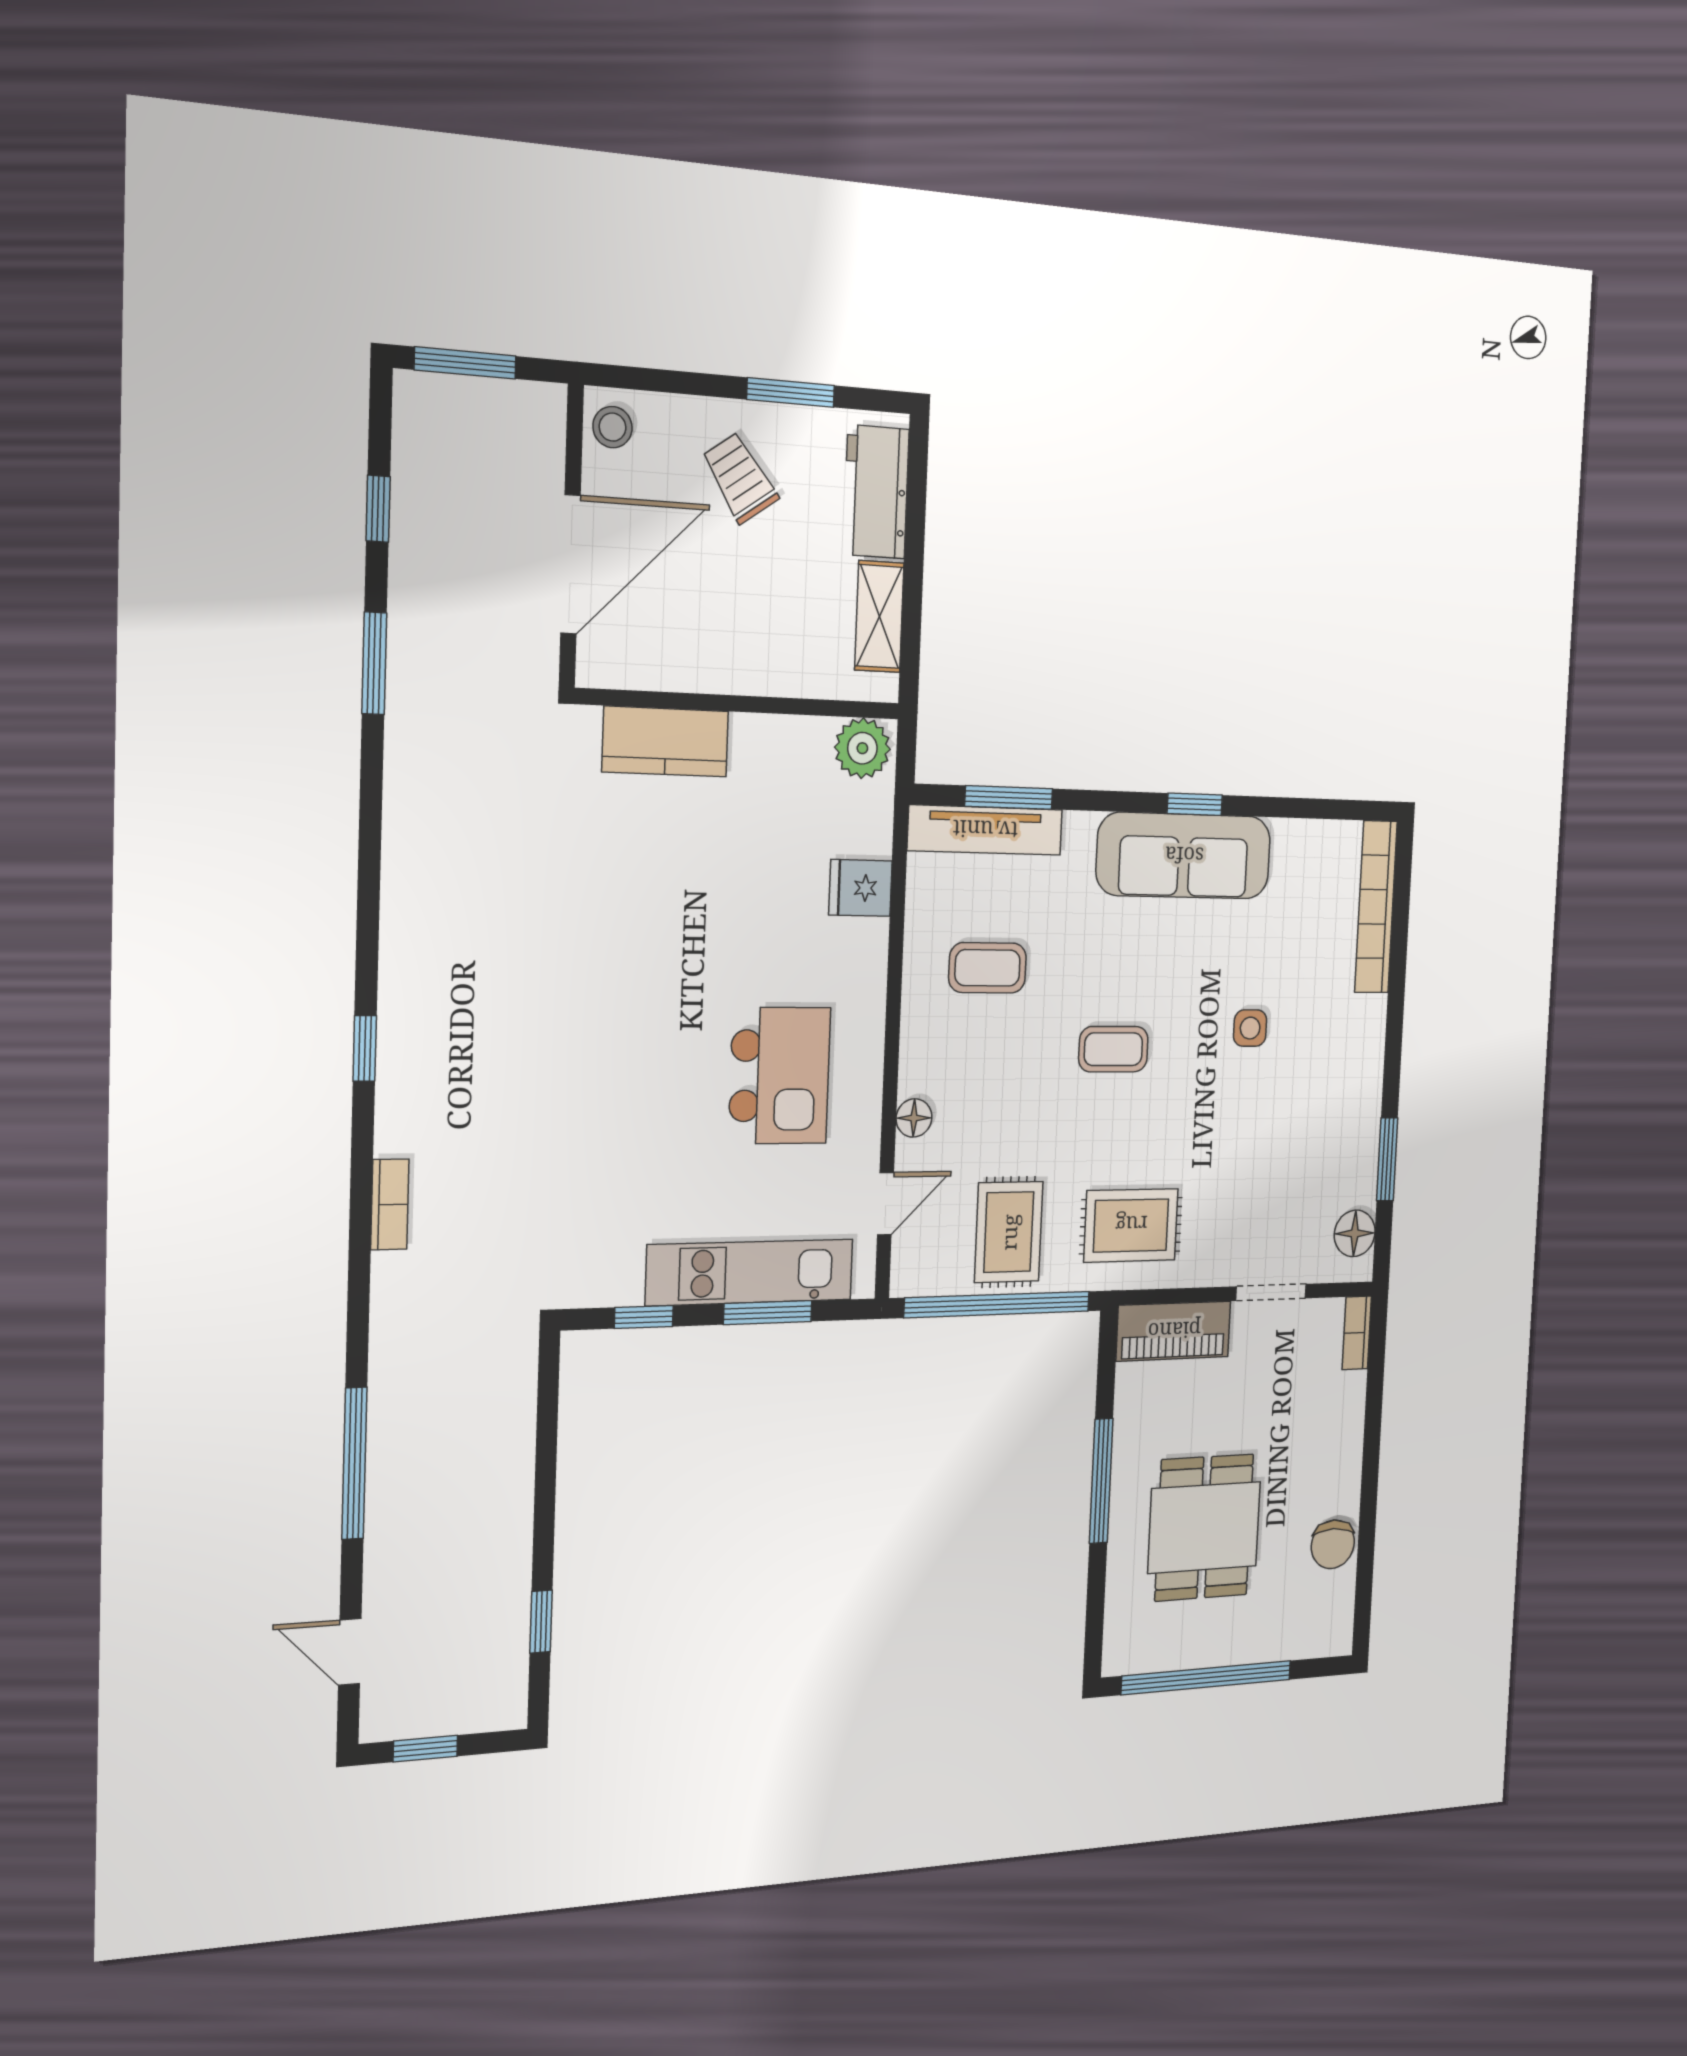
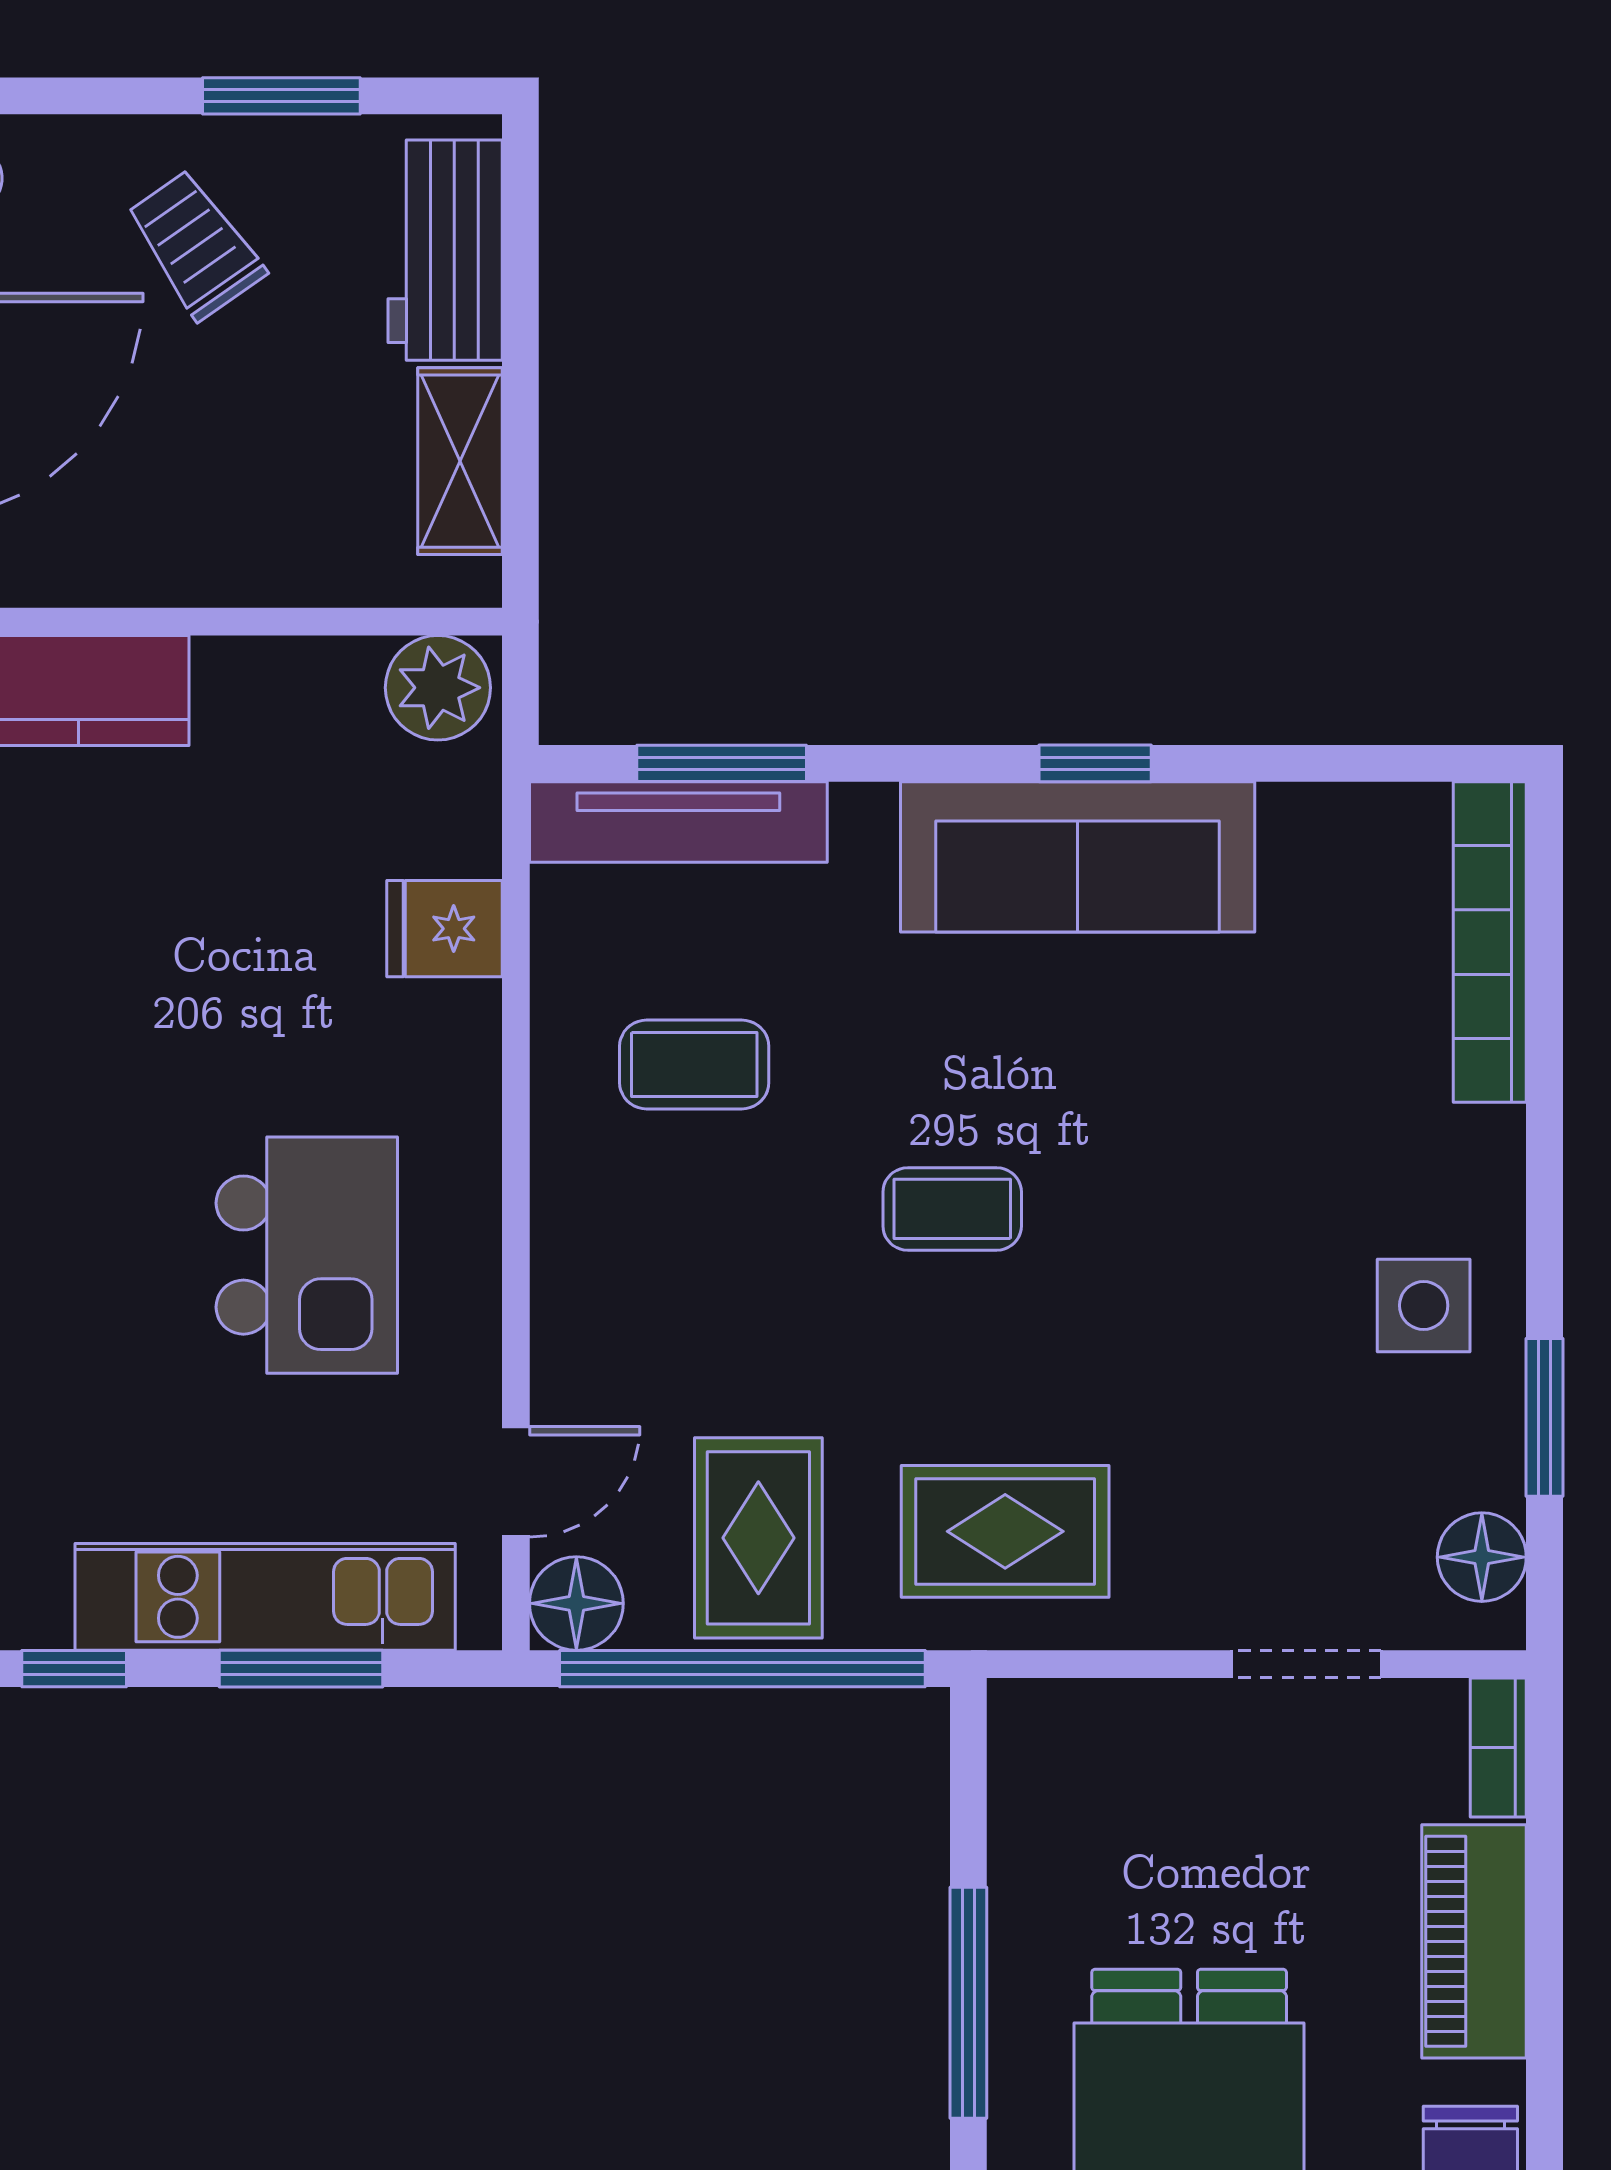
side table: (1250, 1028) -> (1424, 1305), moved, width x1.37, depth x1.37
floor lamp: (914, 1118) -> (576, 1603), moved, width x1.37, depth x1.37
piano: (1174, 1331) -> (1474, 1941), moved, turned 90

